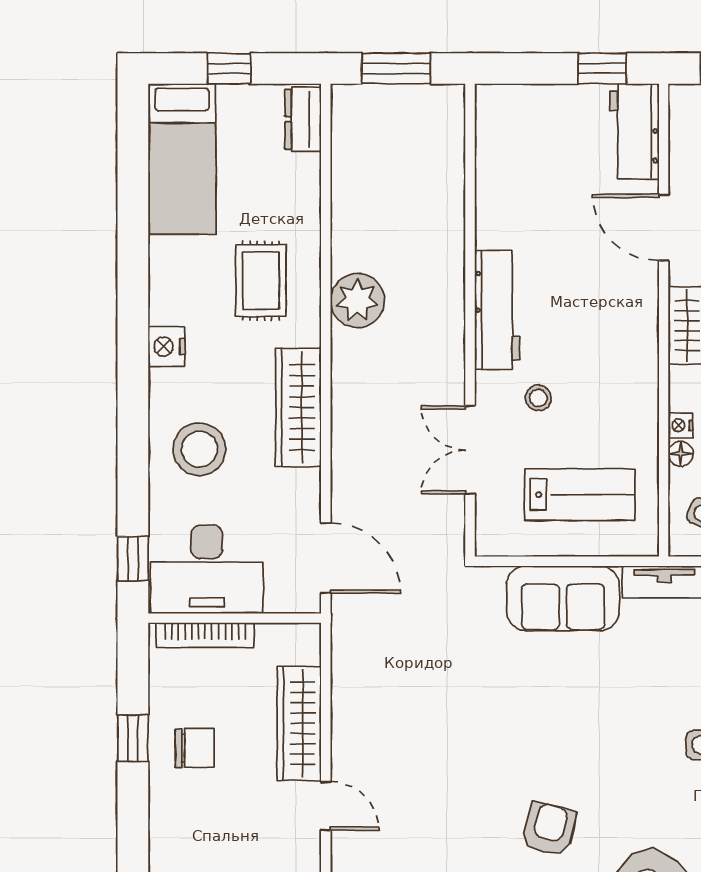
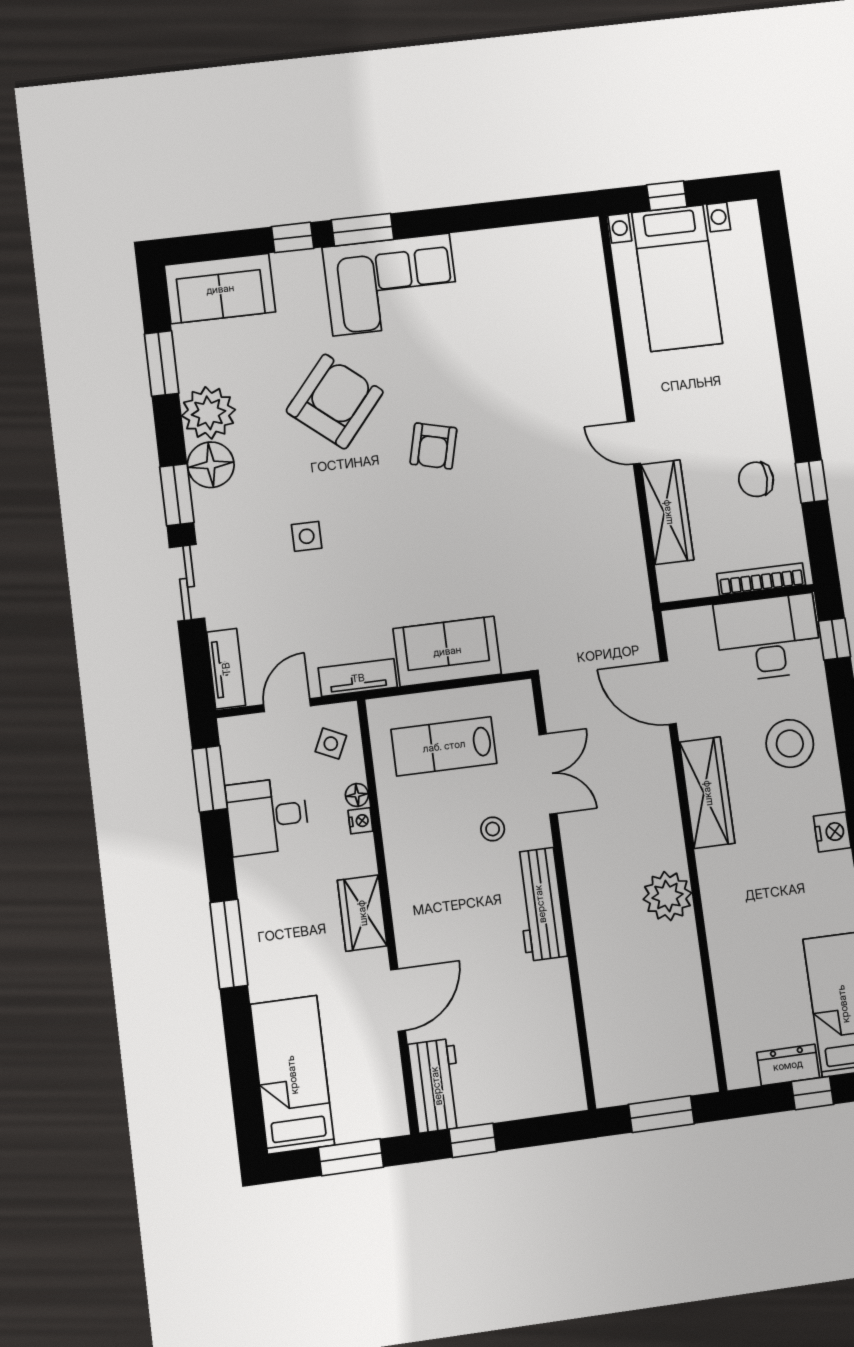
dresser: (303, 119) -> (788, 1065), moved, turned -90
door: (664, 228) -> (398, 1000), hinge flipped
rug: (261, 281) -> (757, 903), removed
door: (326, 558) -> (668, 693), moved

